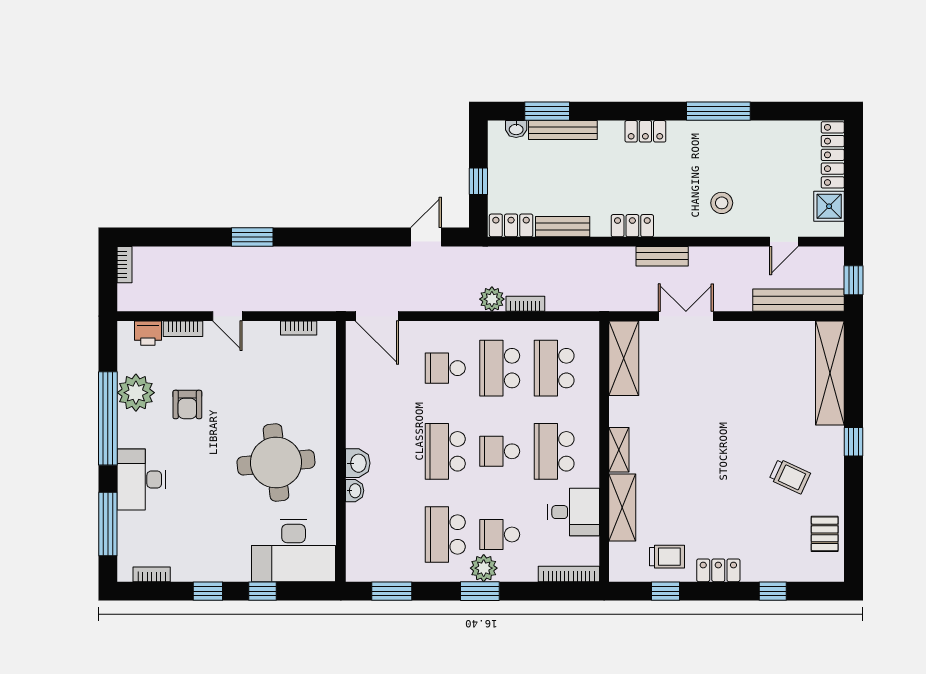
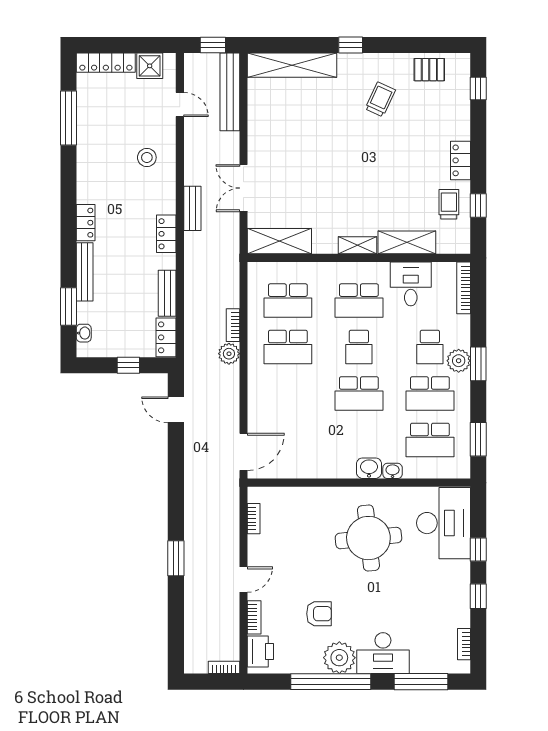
window: (718, 111) -> (68, 118), moved
bench: (563, 130) -> (85, 272), moved
bookcase: (124, 265) -> (224, 667), moved
printer: (148, 333) -> (260, 651), width x1.36, depth x1.24
school desk: (445, 368) -> (430, 440), moved, width x1.85
plant: (136, 393) -> (339, 658), moved
window: (773, 591) -> (478, 89), moved

